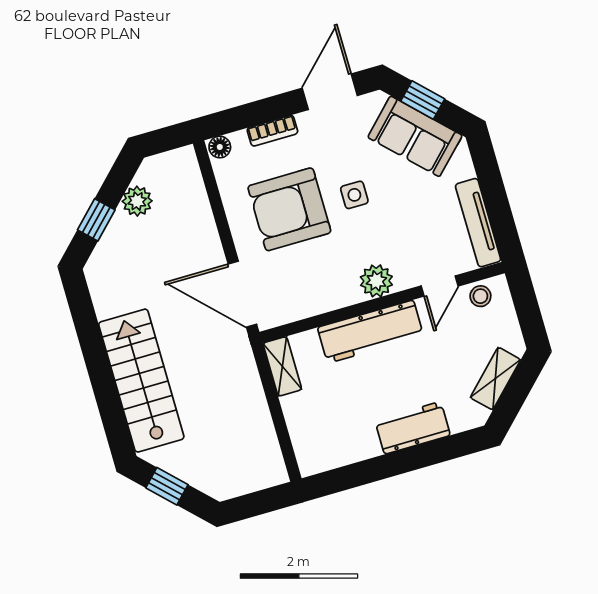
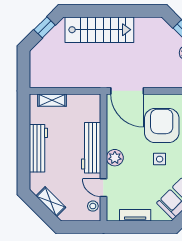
tv unit: (478, 223) -> (135, 215), width x0.71
door: (242, 294) -> (127, 91), swing flipped
shelving: (282, 366) -> (52, 100), moved
workbench: (413, 428) -> (38, 148), width x1.38

